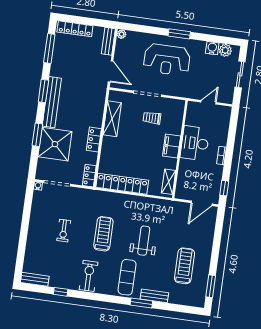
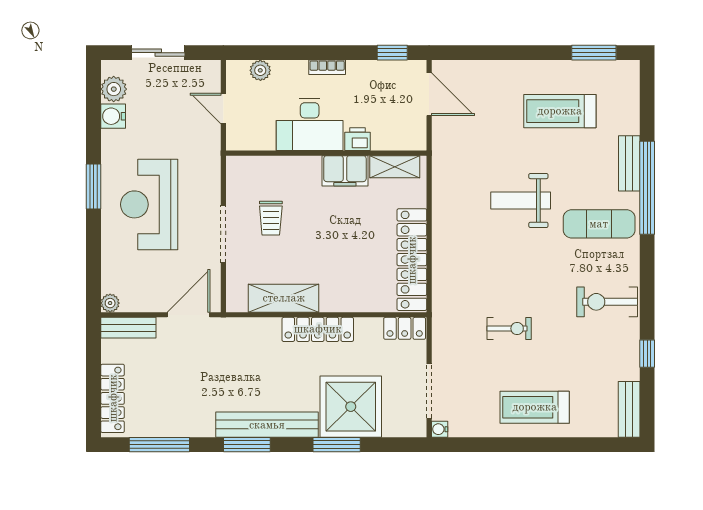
reception desk: (167, 60) -> (149, 204), turned 180
plant: (225, 123) -> (260, 70), added
locker: (94, 139) -> (318, 329), width x1.53
filing cabinet: (172, 146) -> (345, 171), moved
printer: (185, 165) -> (358, 139), added
exercise bike: (64, 231) -> (509, 329), moved
treadmill: (103, 234) -> (535, 407), moved
window: (141, 303) -> (647, 188), width x2.11

